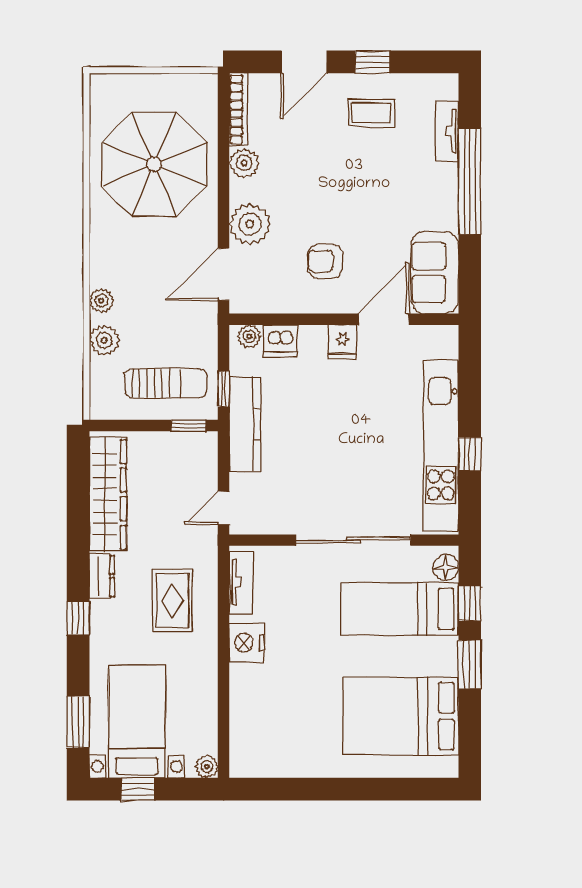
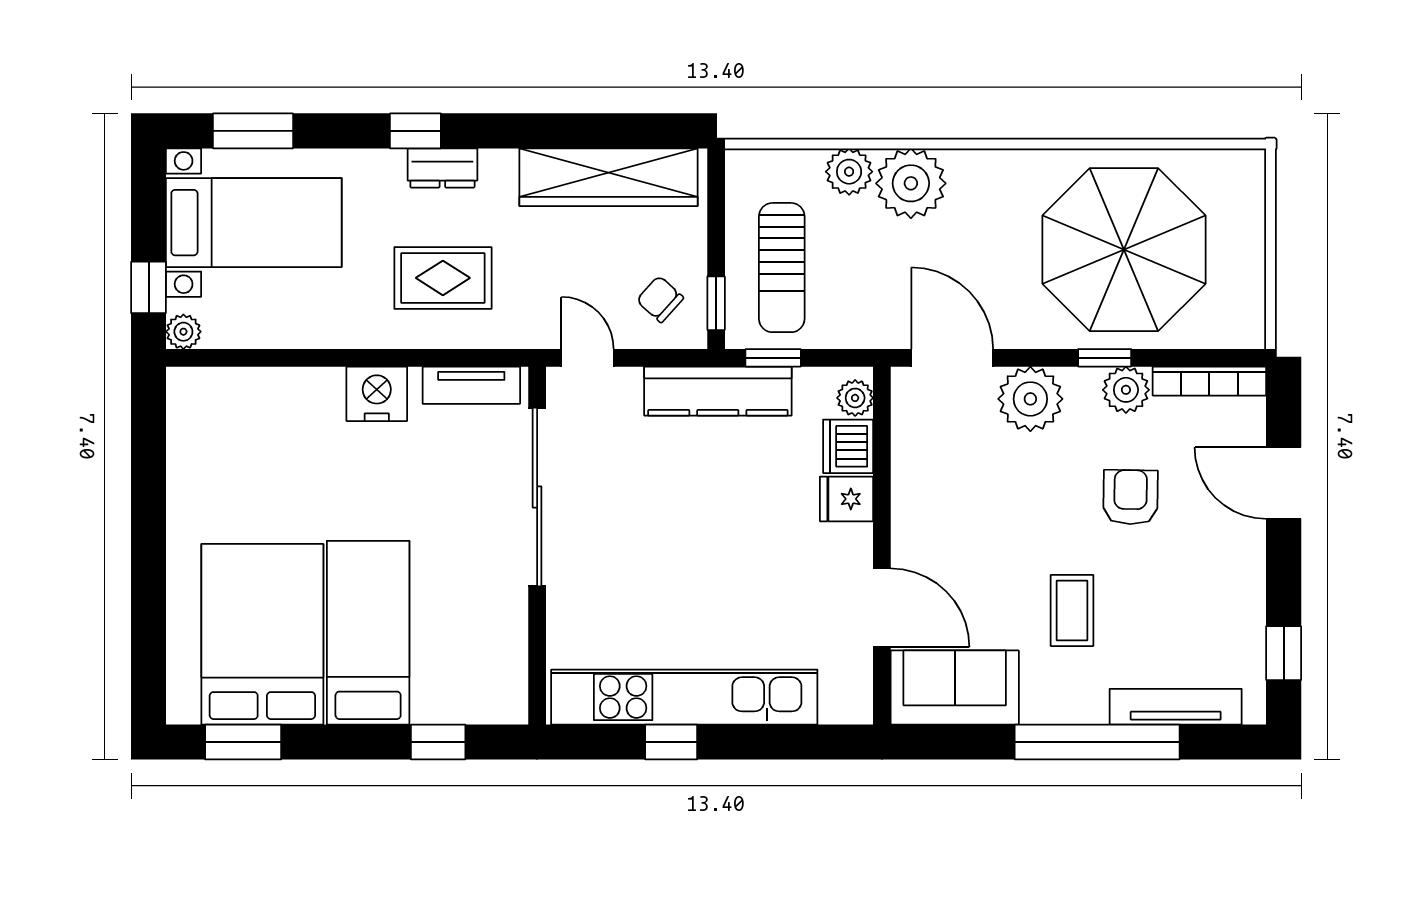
window: (372, 62) -> (1284, 653), moved
coffee table: (371, 113) -> (1072, 610), moved
tv unit: (447, 131) -> (1176, 707), width x1.41
window: (224, 176) -> (1105, 358), added
armchair: (325, 261) -> (1130, 497), moved
plant: (101, 301) -> (911, 183), width x1.87, depth x1.87
fridge: (342, 342) -> (847, 499), moved
chair: (186, 461) -> (660, 299), added
sliding door: (353, 540) -> (537, 497), moved
floor lamp: (446, 567) -> (495, 704), removed
dresser: (102, 576) -> (442, 168), moved
bed: (400, 609) -> (368, 633), moved
window: (470, 664) -> (243, 742), moved
window: (138, 789) -> (149, 287), moved

